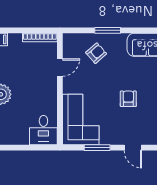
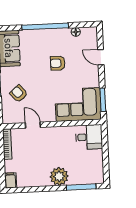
window: (97, 148) -> (103, 100), moved
door: (133, 148) -> (101, 57), swing flipped

